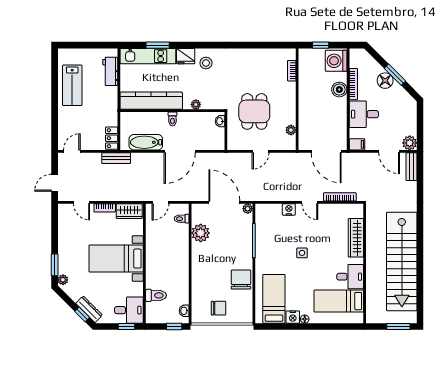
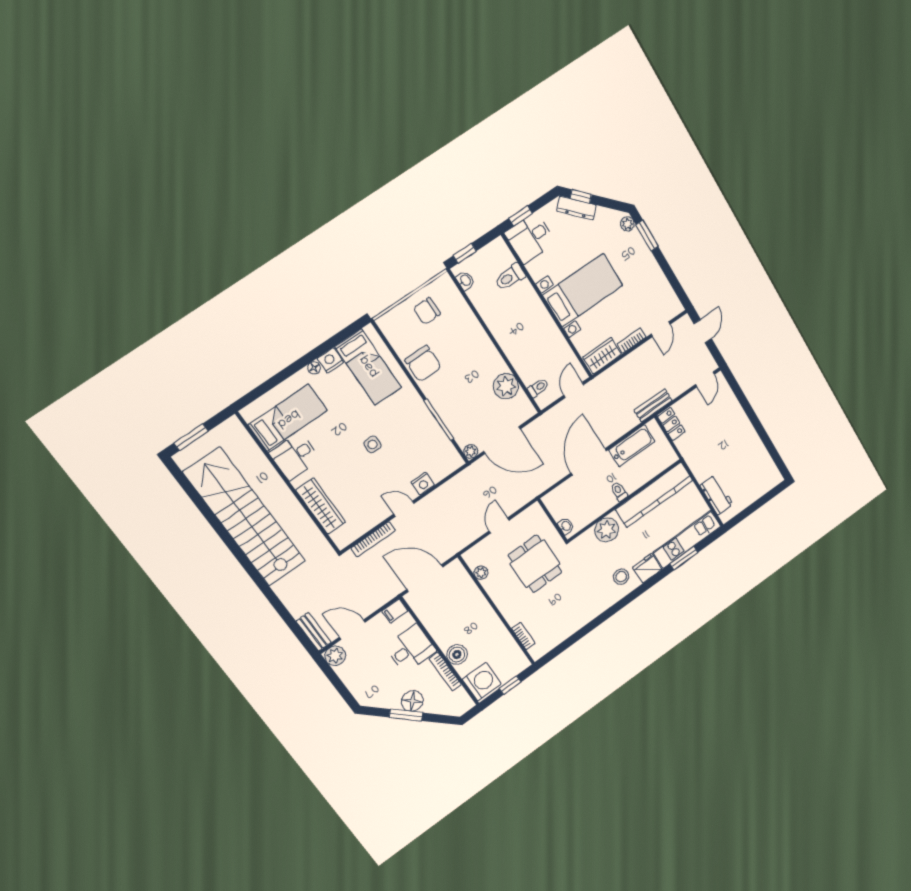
lab bench: (72, 85) -> (747, 452), removed
plant: (196, 104) -> (607, 530), width x1.87, depth x1.87
door: (82, 202) -> (661, 329), swing flipped

